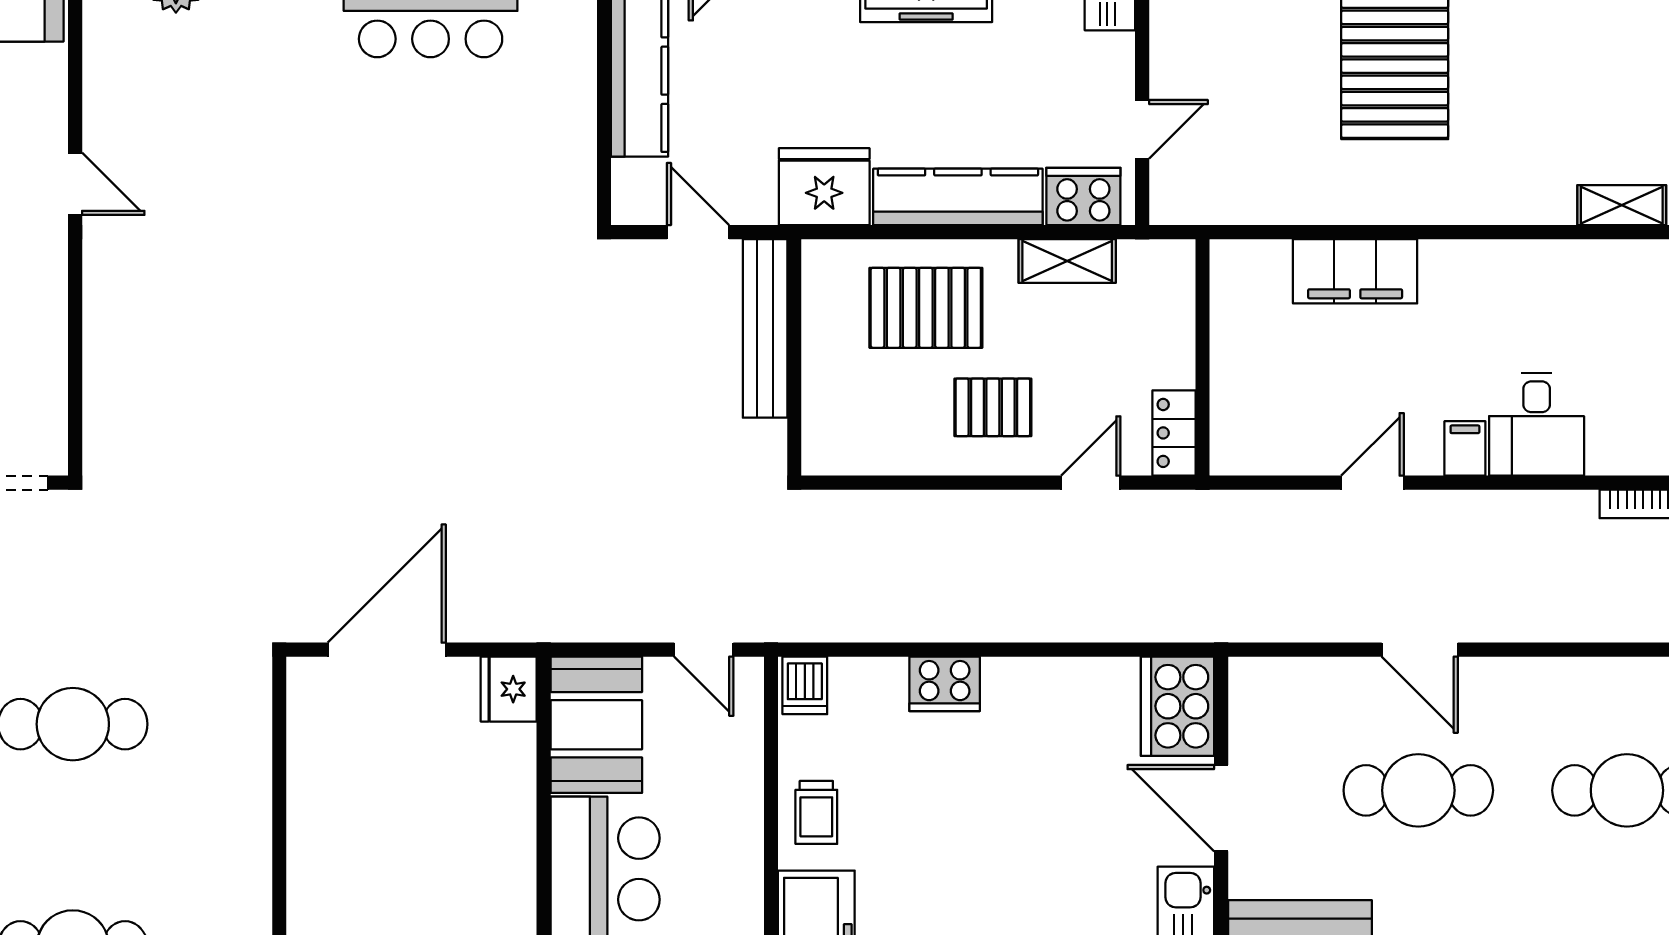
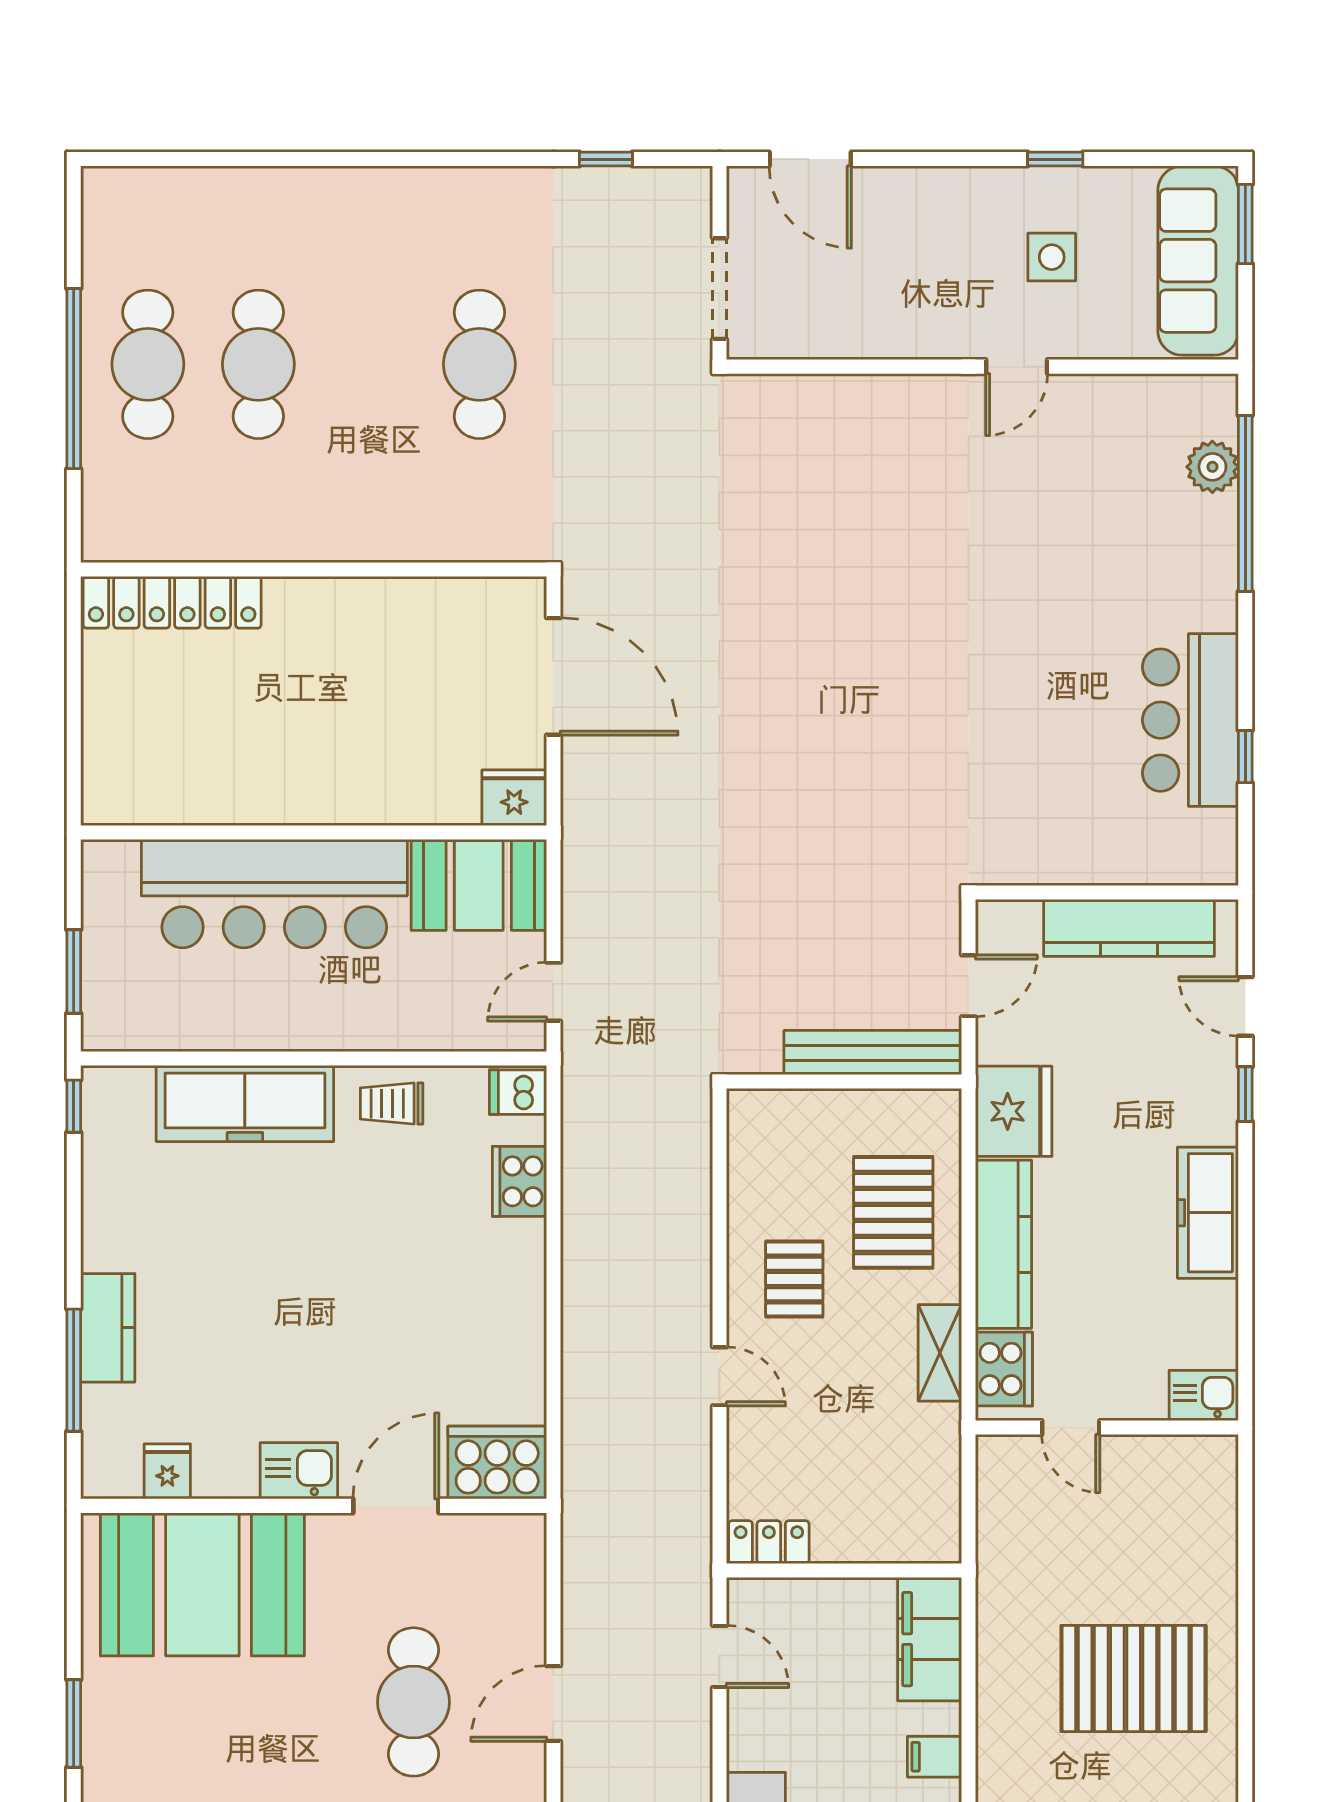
wall: (1202, 357) -> (844, 1570), moved
locker: (1174, 433) -> (769, 1542), moved
filing cabinet: (1465, 448) -> (935, 1757), moved, turned 180
cooker: (945, 684) -> (519, 1181), moved

